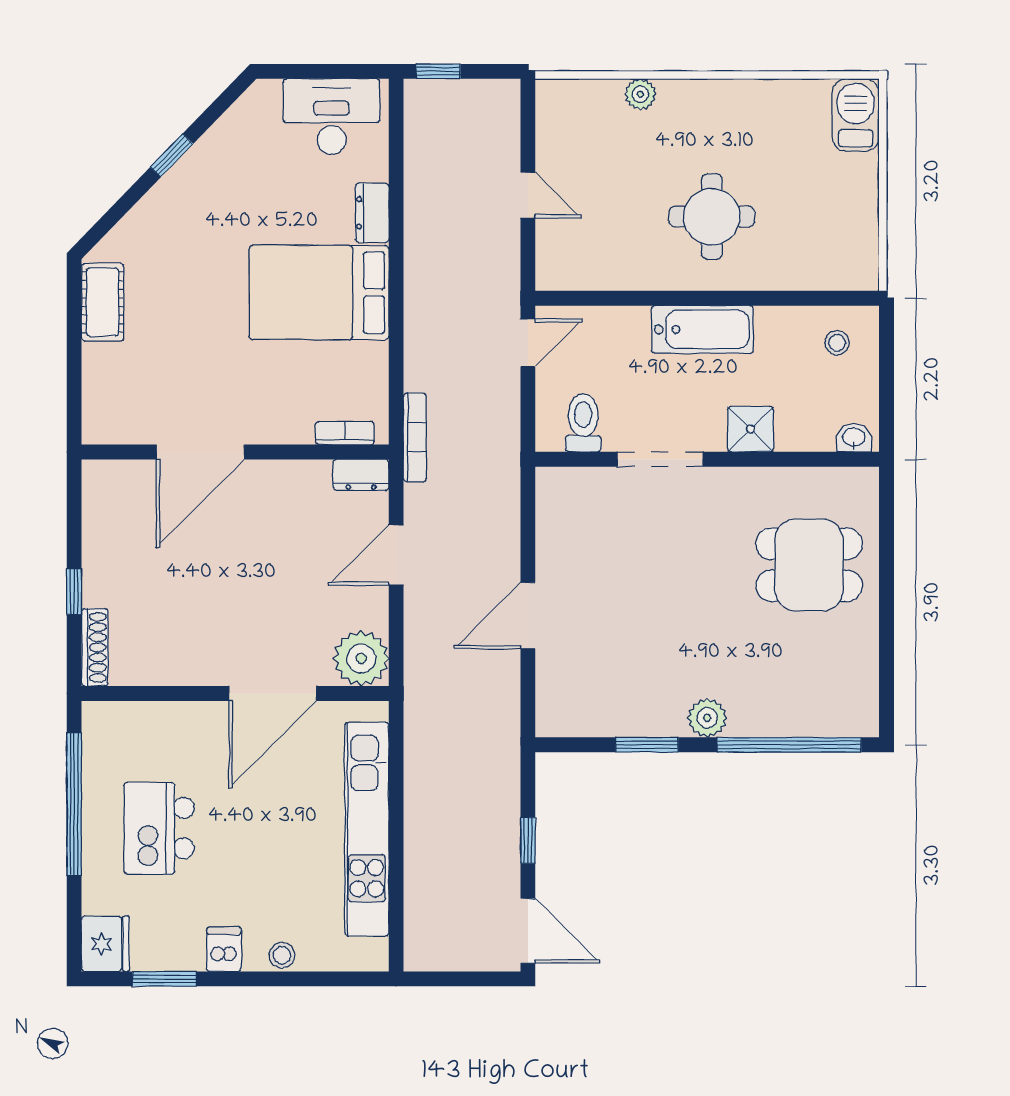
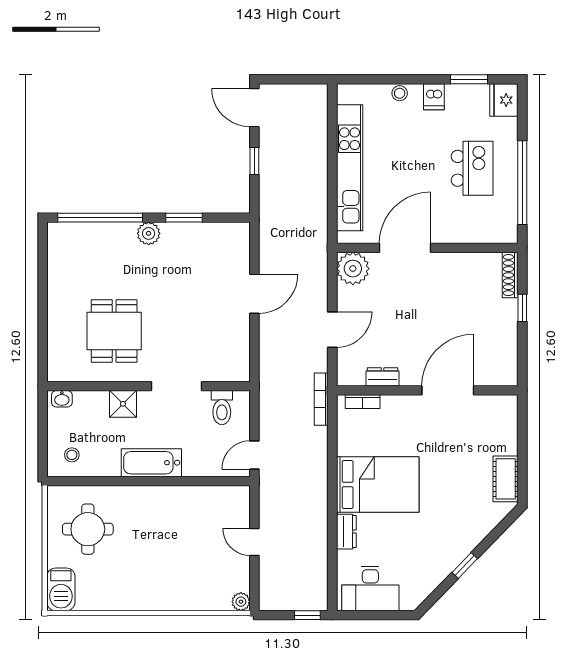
plant: (640, 94) -> (241, 602), moved
round table: (712, 217) -> (88, 529), moved
dresser: (361, 475) -> (382, 377), moved
dining table: (809, 565) -> (114, 331), moved, turned 90

